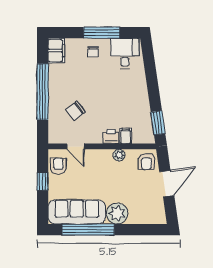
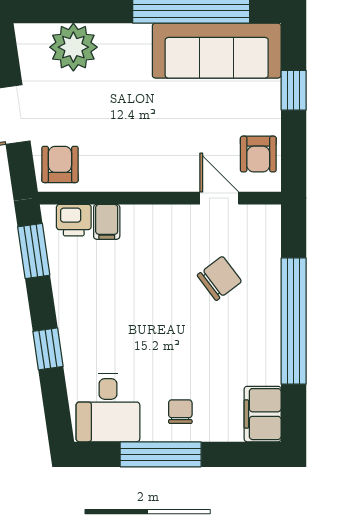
window: (152, 80) -> (48, 349), added
printer: (111, 137) -> (74, 220), moved
plant: (119, 155) -> (121, 179), removed
window: (43, 181) -> (294, 90), moved
plant: (117, 213) -> (73, 47), moved

